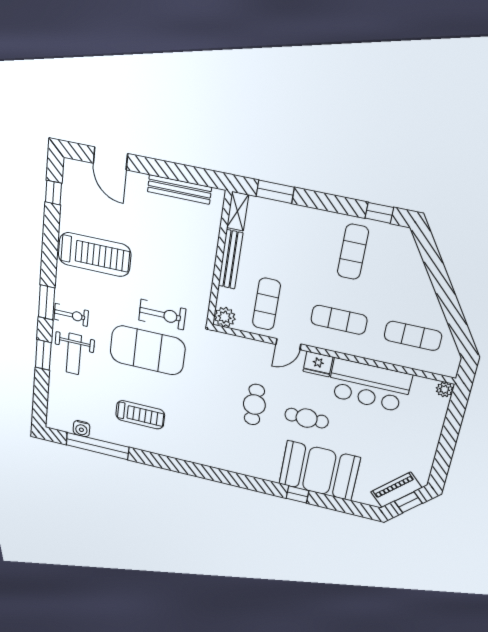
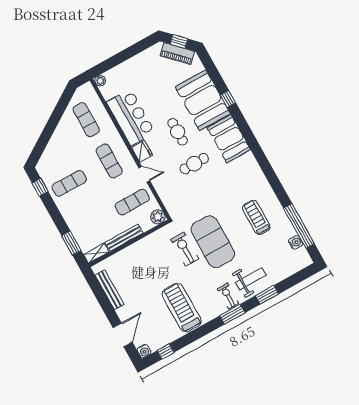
water cooler: (72, 168) -> (144, 351), added
booth: (252, 460) -> (229, 139), added

